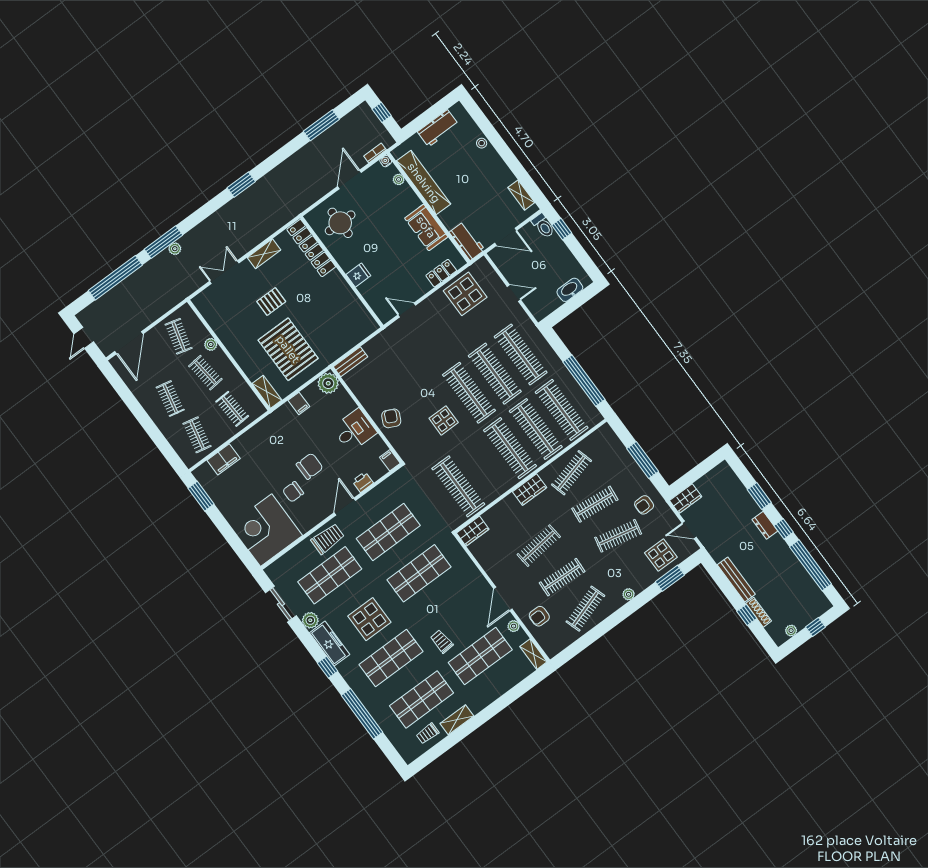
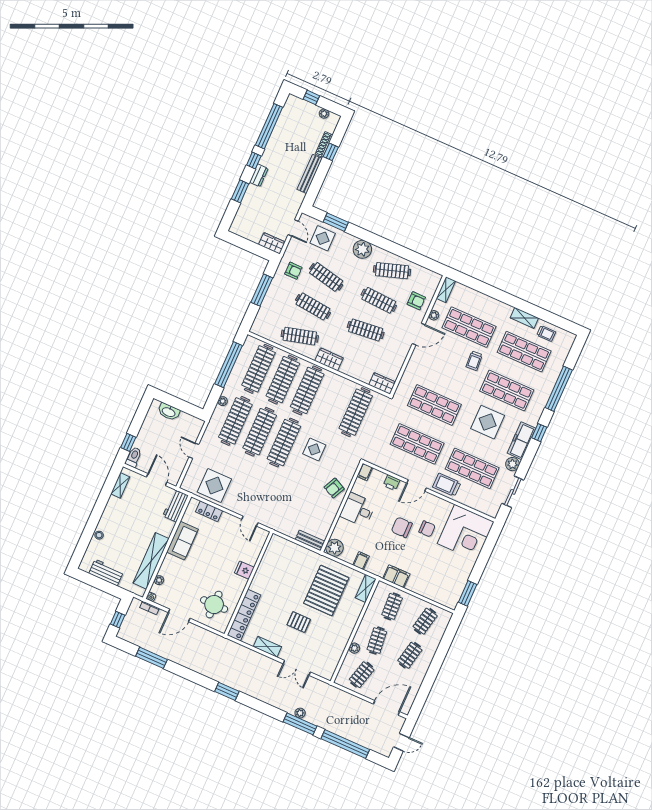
plant: (549, 353) -> (223, 401), added
filing cabinet: (224, 459) -> (396, 576), moved
plant: (629, 594) -> (362, 249), width x1.88, depth x1.88

